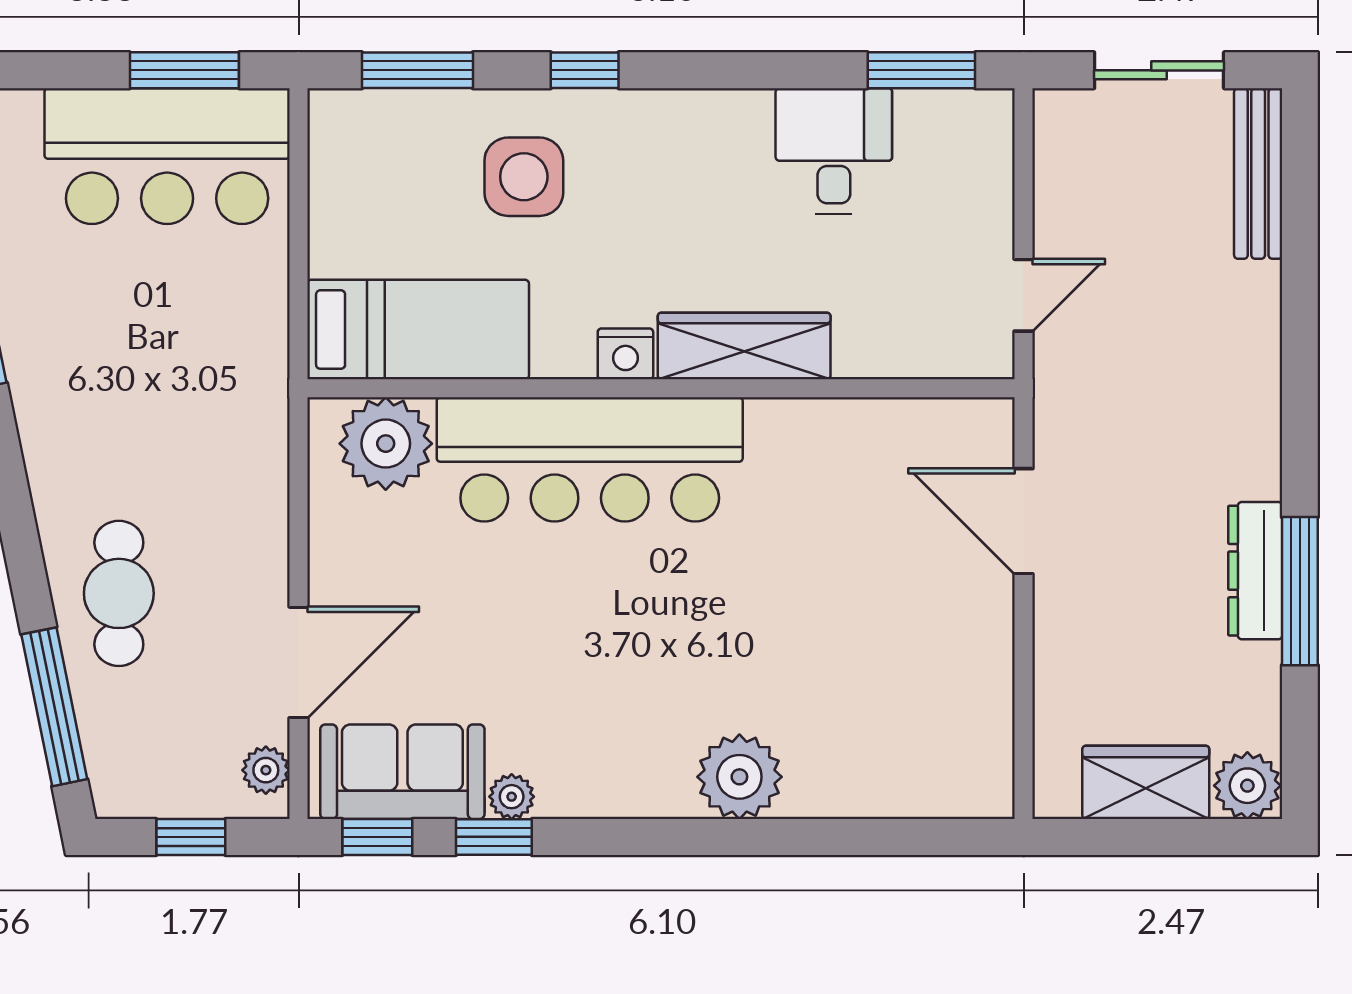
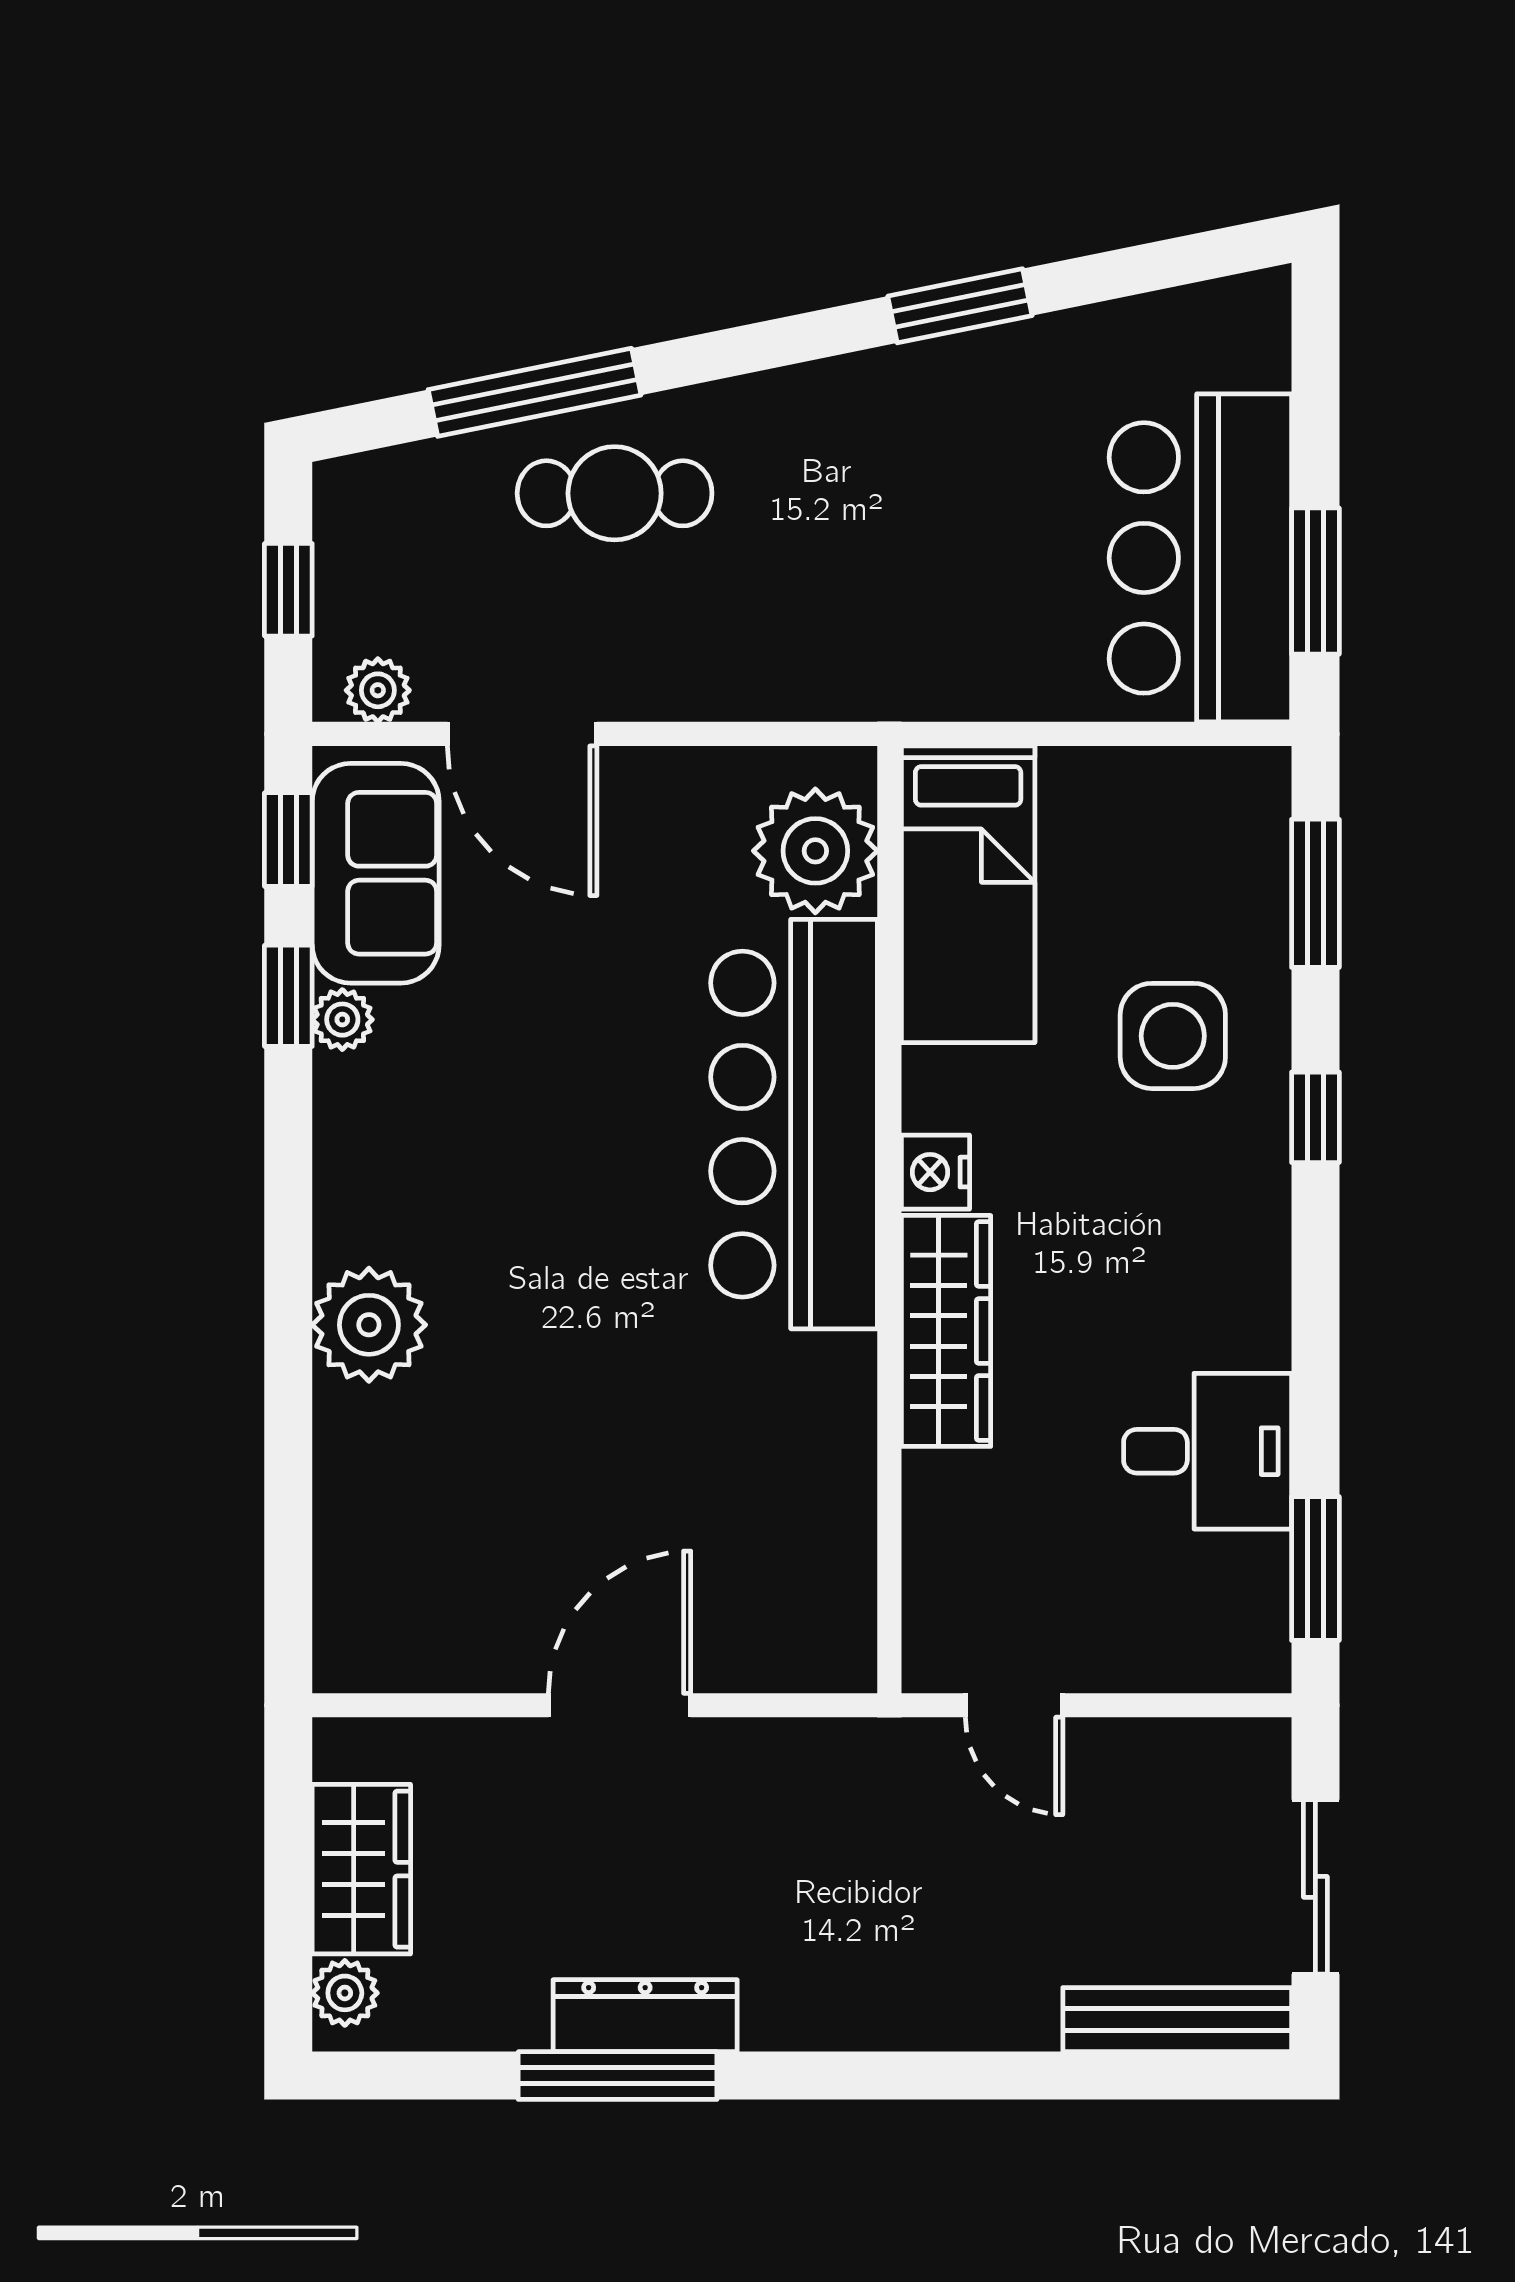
door: (1024, 521) -> (620, 1705), moved
window: (54, 707) -> (535, 392), moved
plant: (1247, 786) -> (345, 1993), width x0.73, depth x0.73

